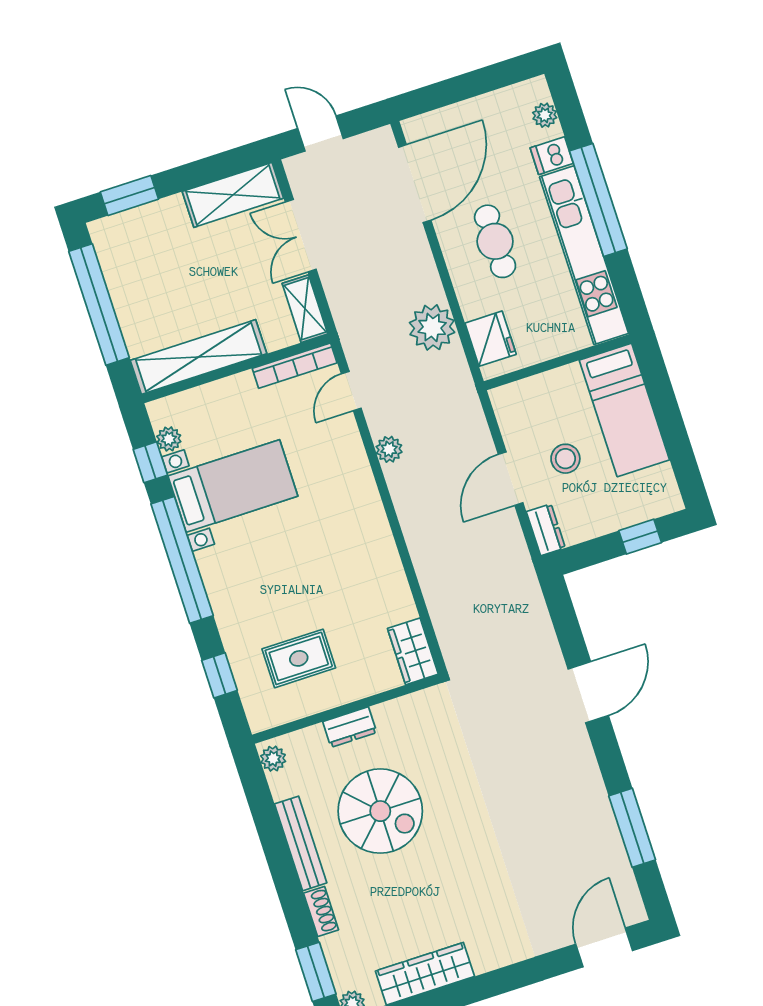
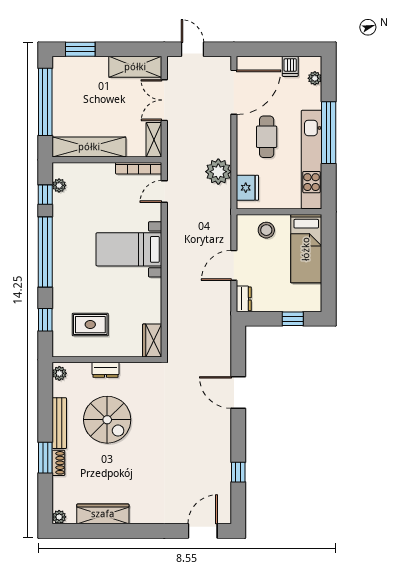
dishwasher: (552, 156) -> (290, 66), moved, turned -90
plant: (389, 449) -> (174, 229), removed
stool: (565, 459) -> (266, 230), moved
bed with nightstands: (233, 486) -> (129, 249), moved, turned 180
door: (588, 692) -> (238, 393), swing flipped
window: (632, 828) -> (238, 472), width x0.46
window: (316, 972) -> (45, 458), moved

